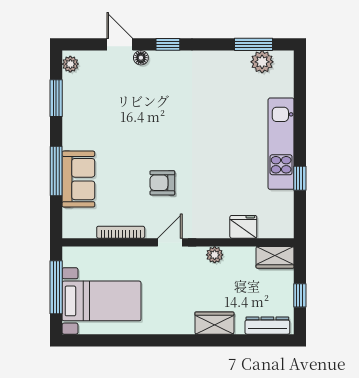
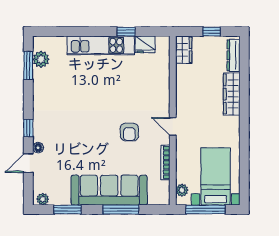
sofa: (78, 179) -> (109, 190), width x1.85, depth x1.27
fridge: (243, 227) -> (145, 44), moved, turned -90
plant: (215, 255) -> (182, 190), moved
wardrobe: (214, 323) -> (232, 94), width x1.50

